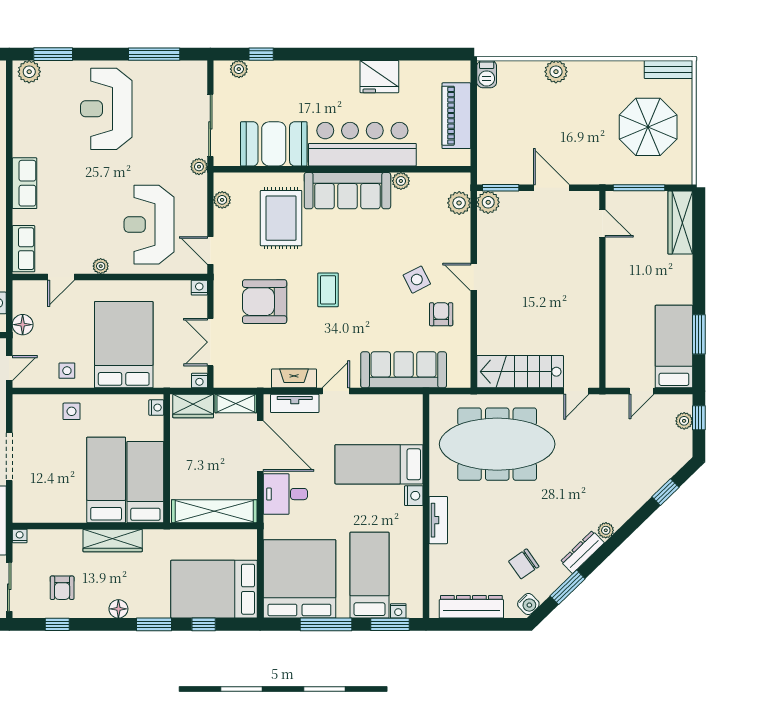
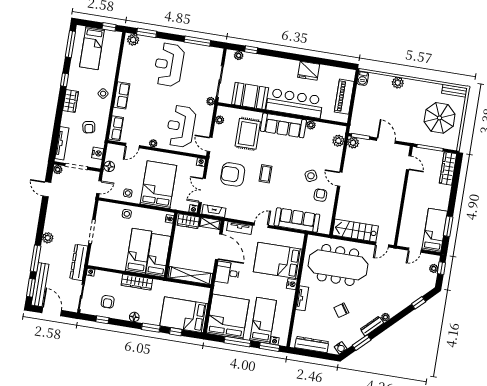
fireplace: (294, 378) -> (214, 211), moved
bed: (379, 464) -> (278, 261), width x1.50
chair: (524, 564) -> (341, 310), moved

